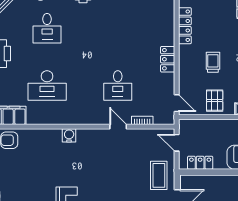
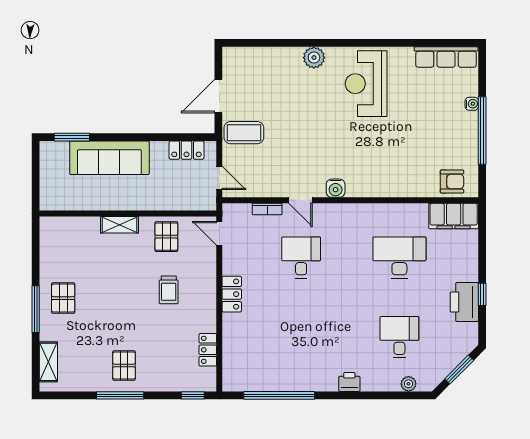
locker: (185, 26) -> (208, 350), width x0.66
water cooler: (69, 135) -> (336, 188), moved
coffee table: (159, 175) -> (244, 133), turned 90

